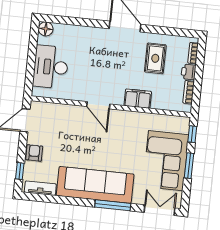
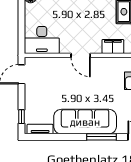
desk: (51, 67) -> (42, 40), moved, turned -90
armchair: (34, 153) -> (32, 100), removed

